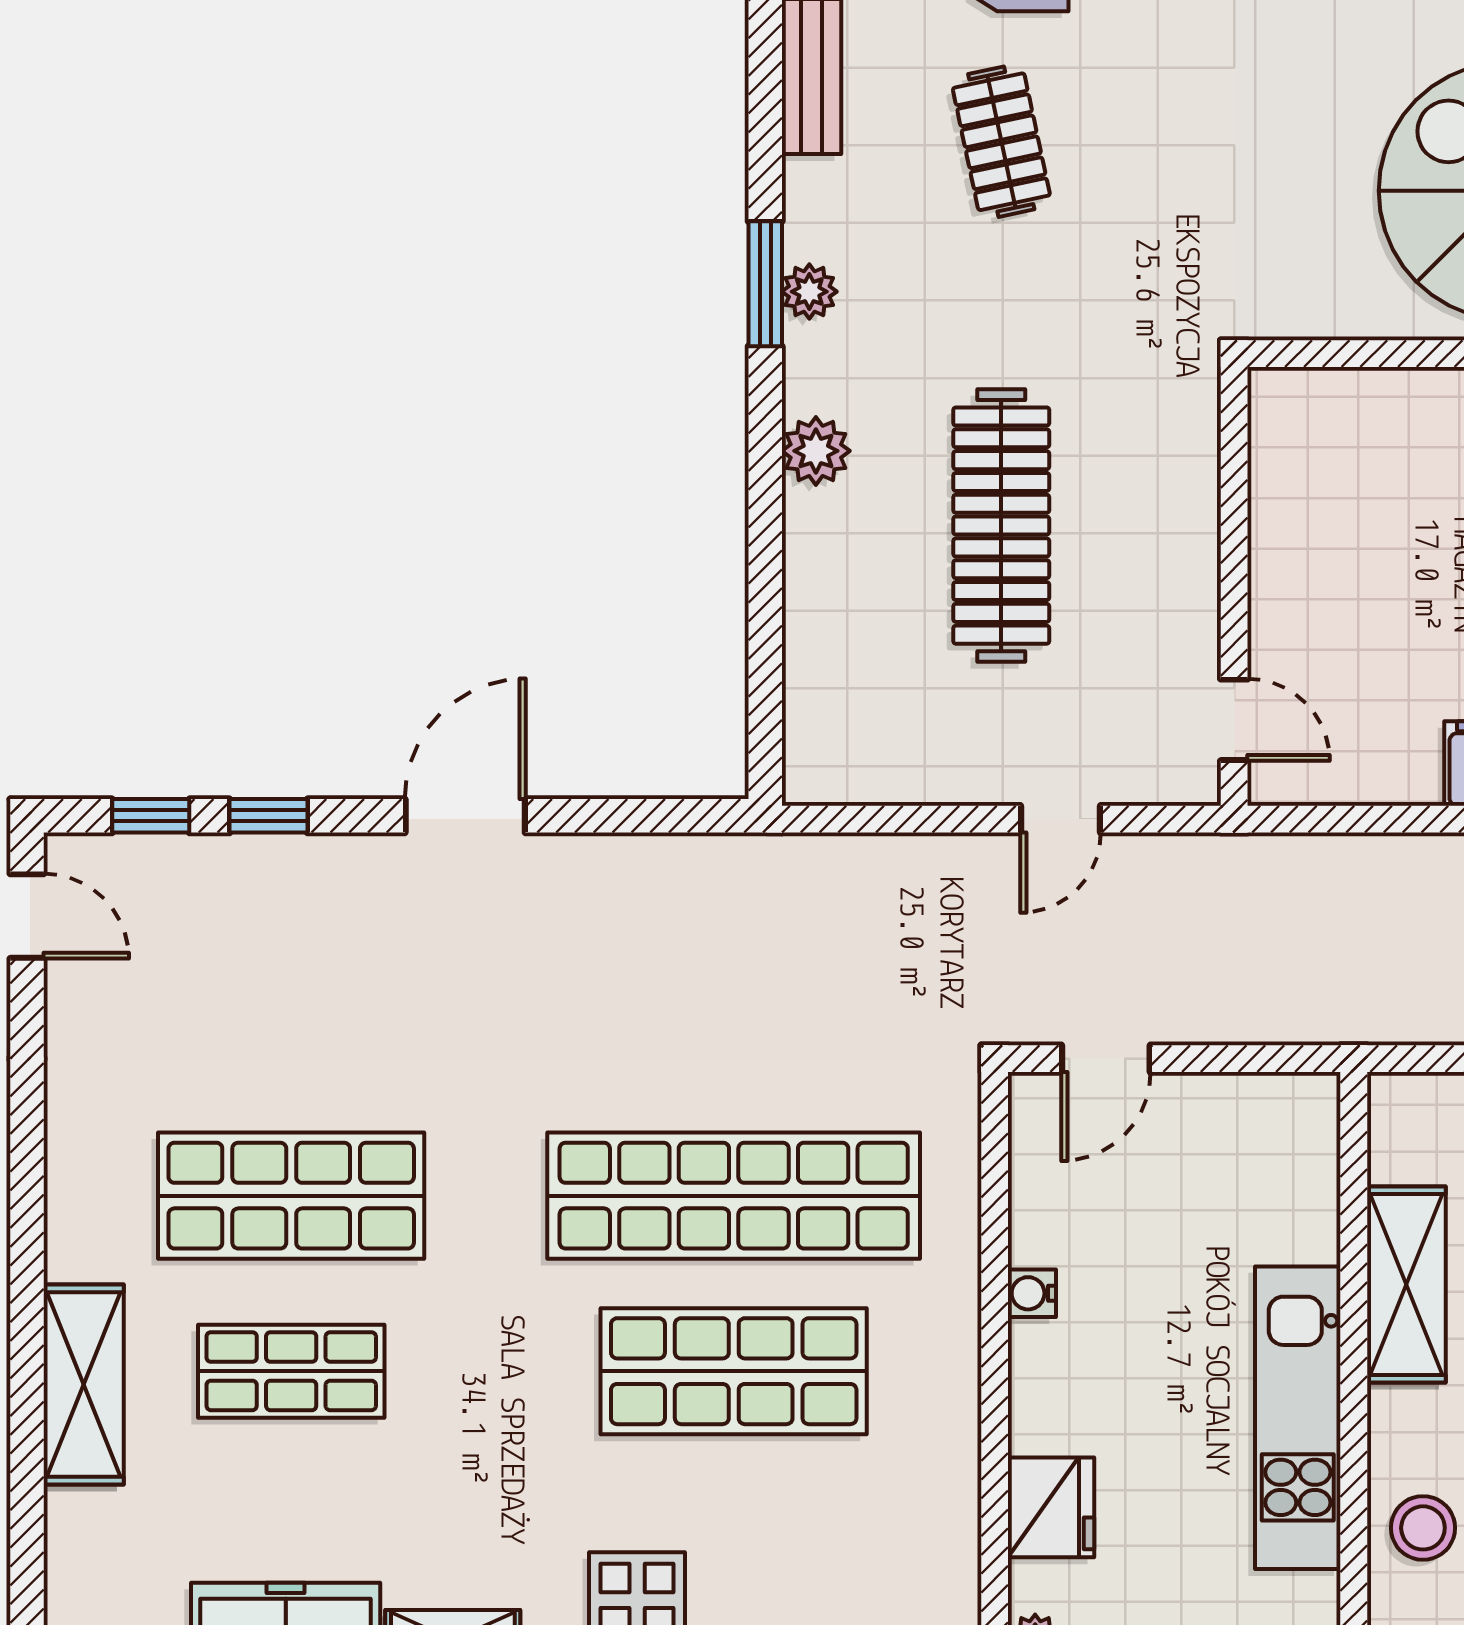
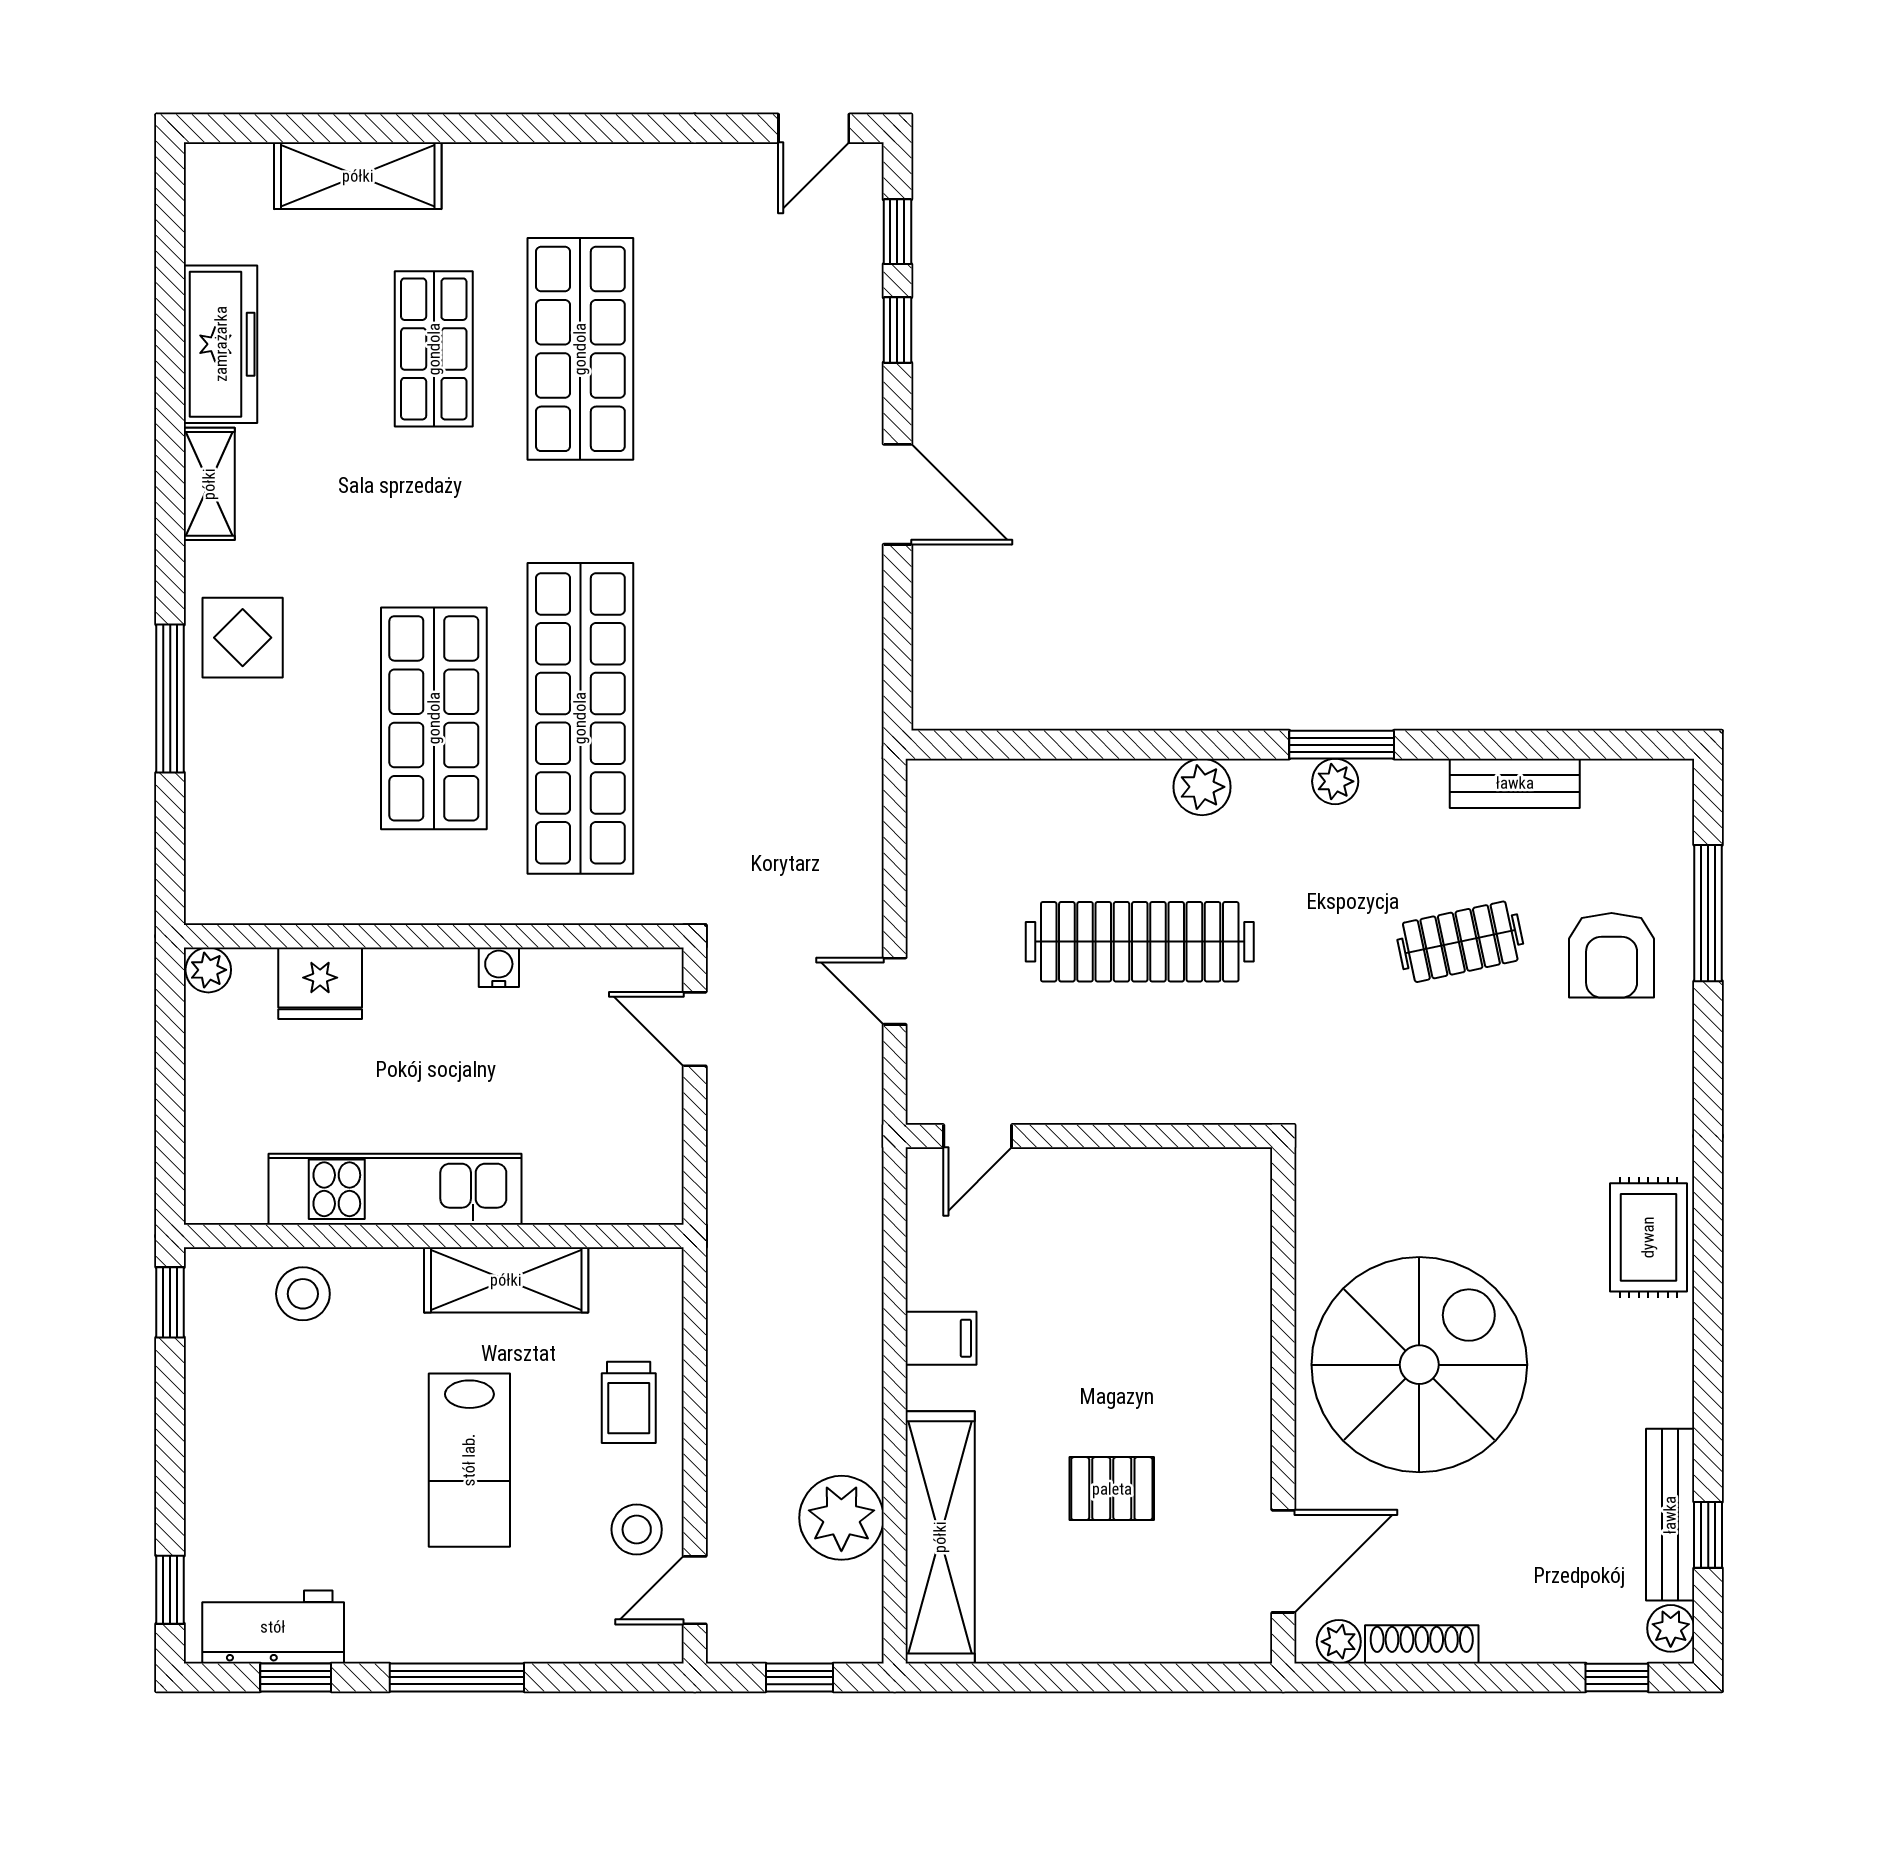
shelving: (84, 1385) -> (358, 176), moved

